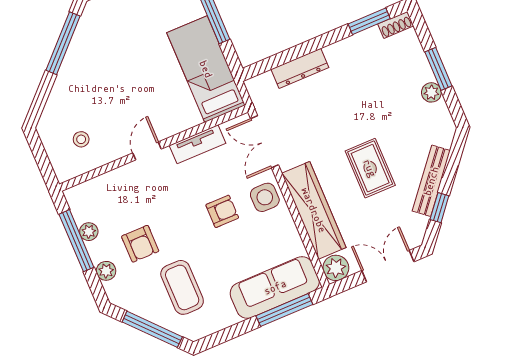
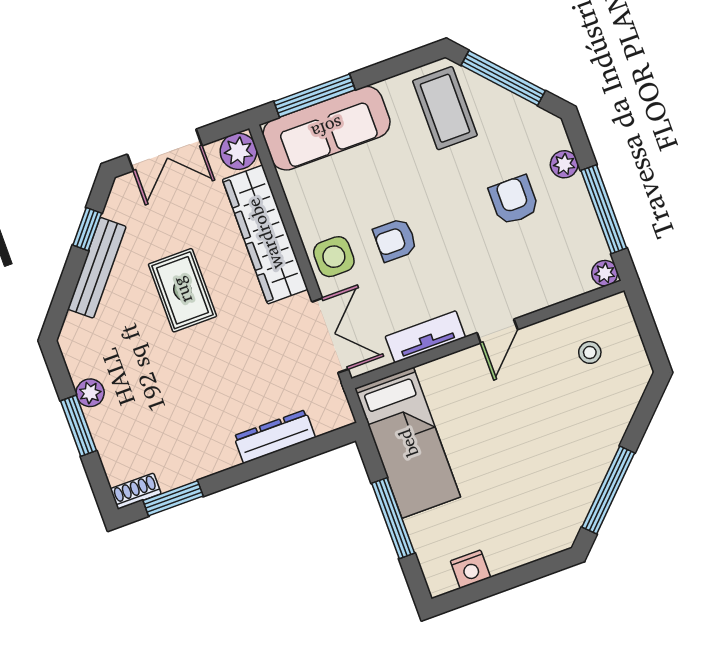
plant: (89, 232) -> (605, 273), moved
coffee table: (182, 287) -> (445, 108), moved

